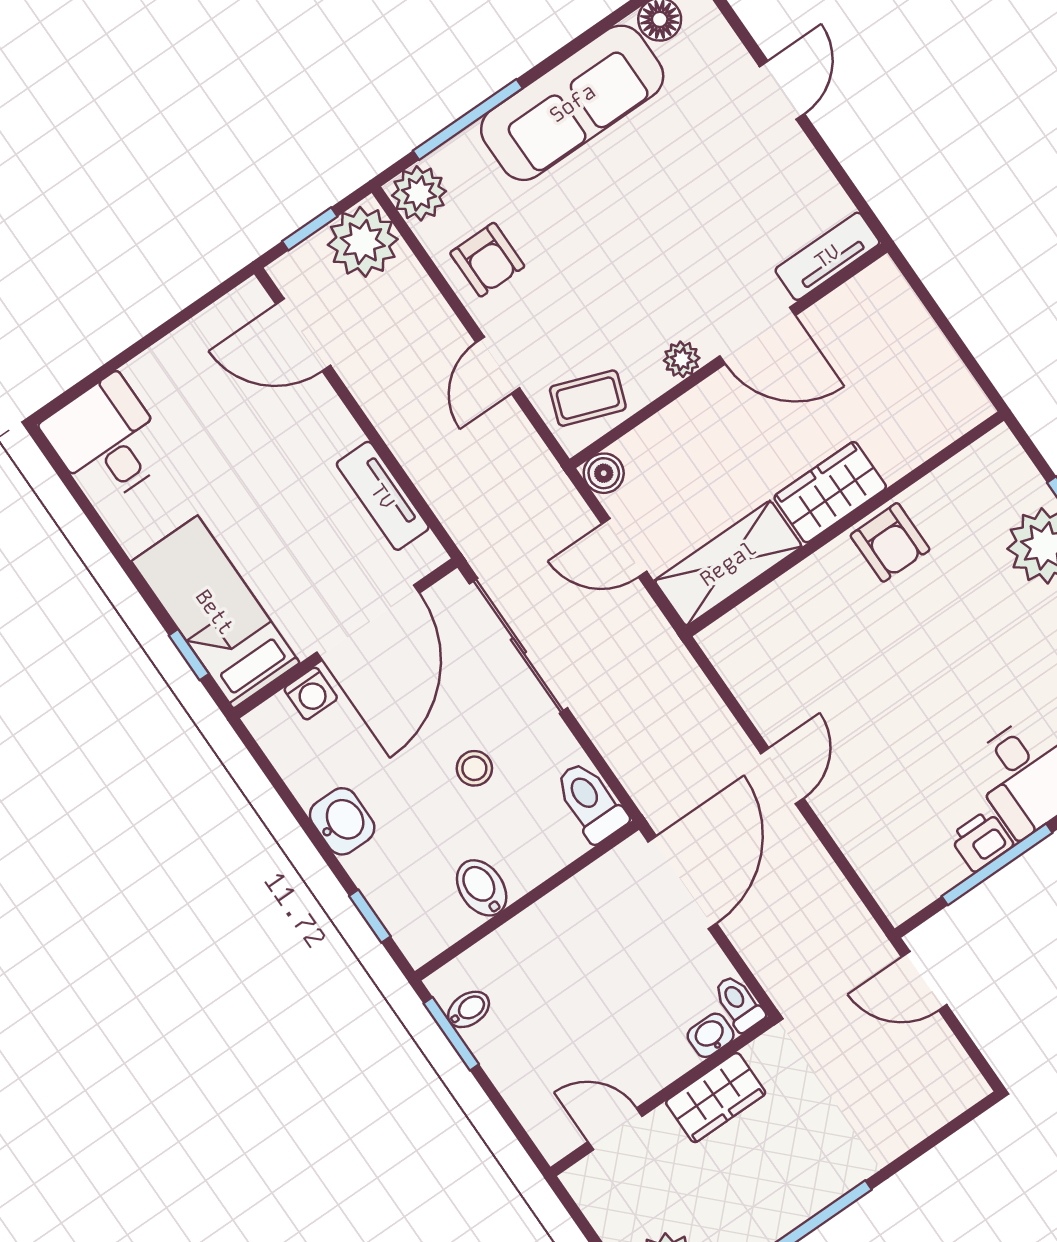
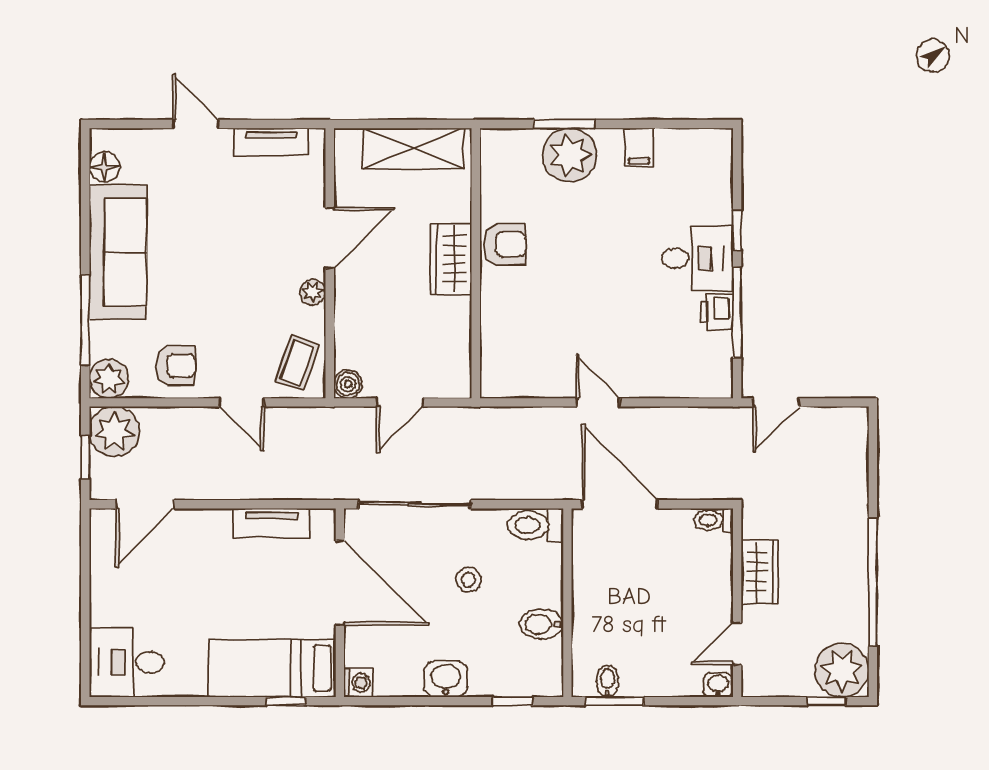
tv unit: (827, 256) -> (271, 142), moved, turned -90
shelving: (728, 563) -> (414, 148), moved, turned 90
washing machine: (311, 694) -> (358, 683), moved
washbasin: (711, 1035) -> (718, 685), moved, turned 90

